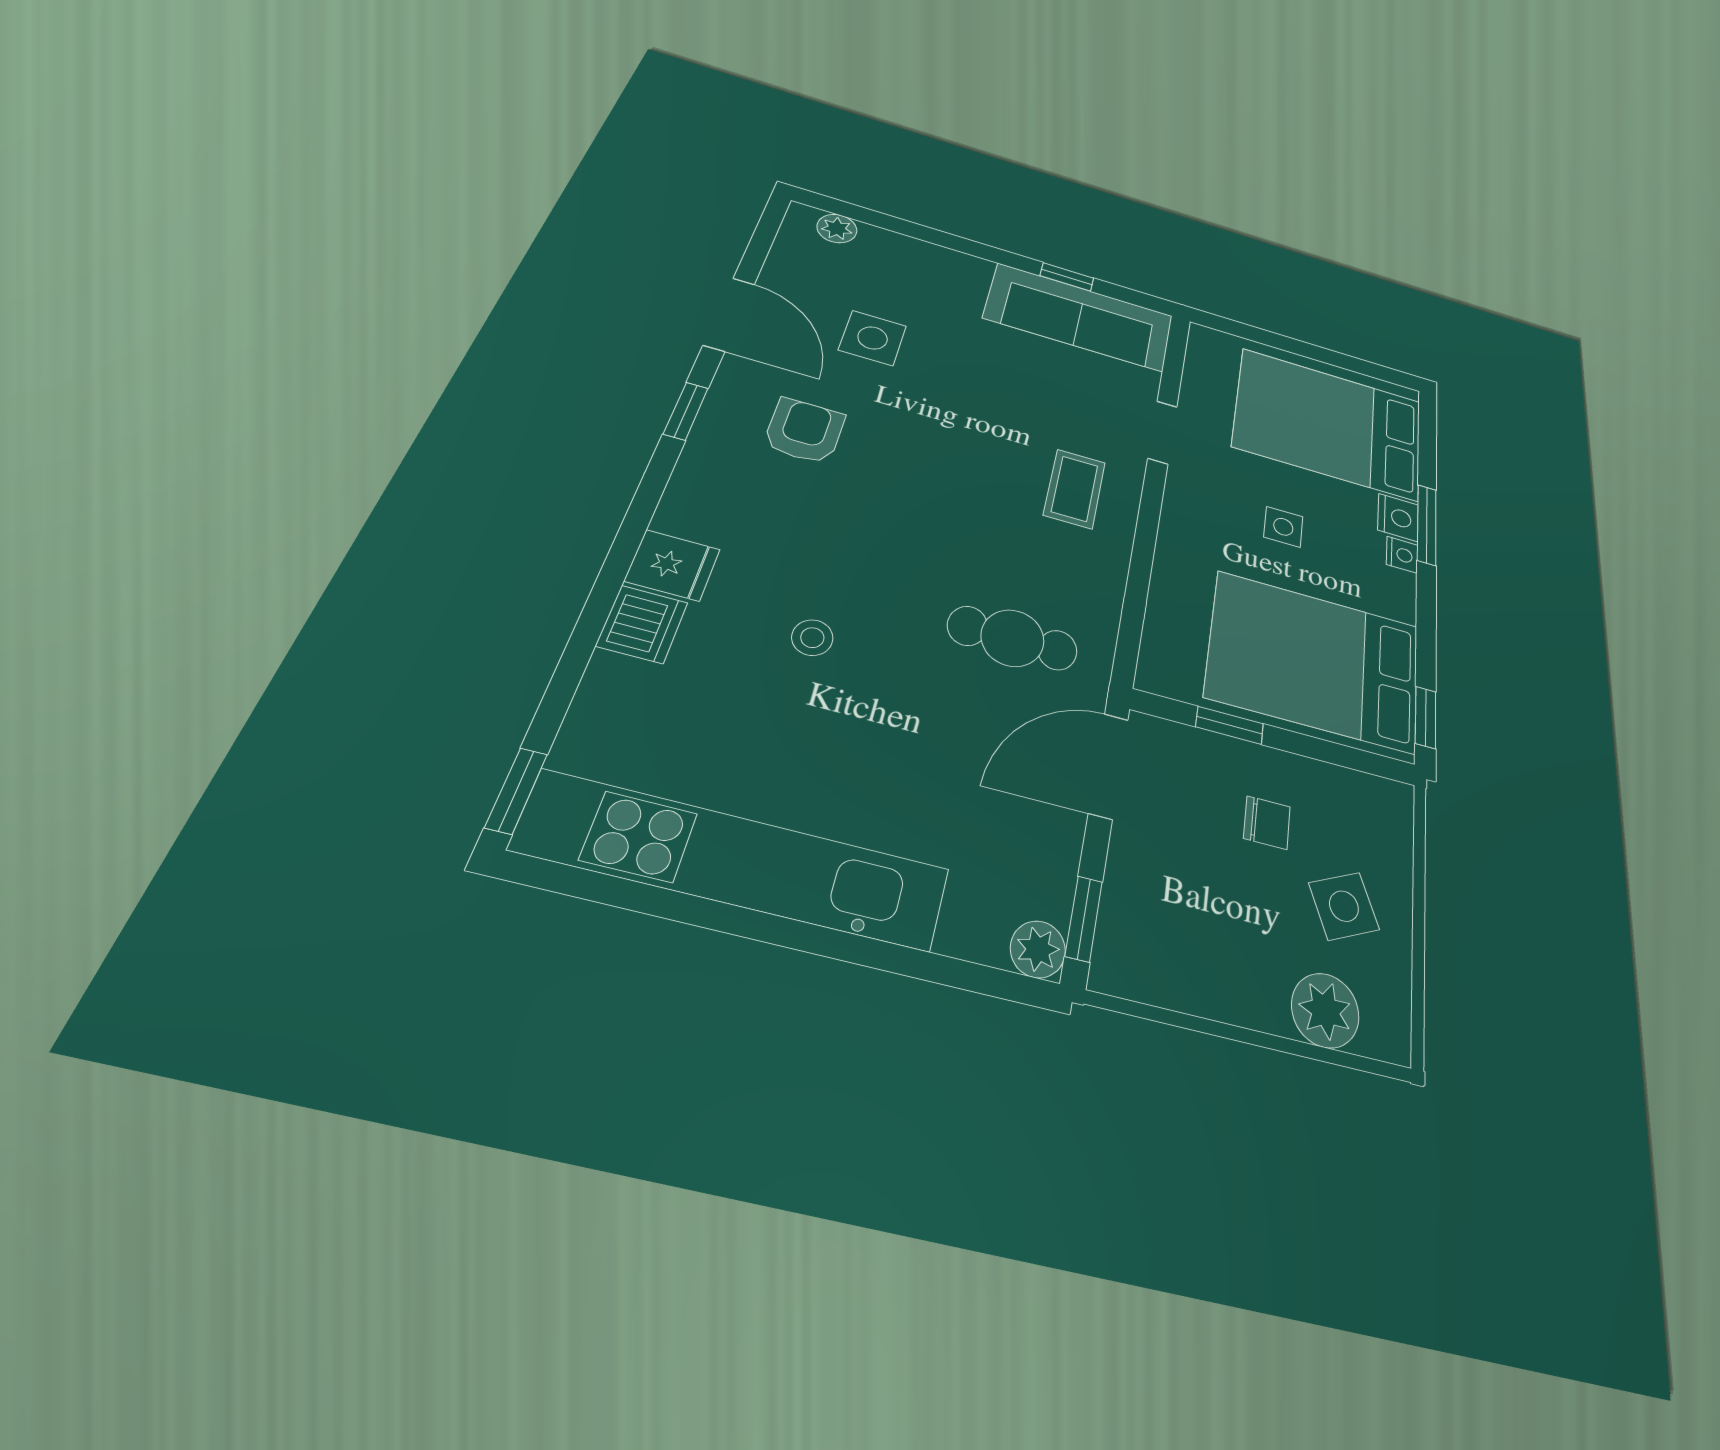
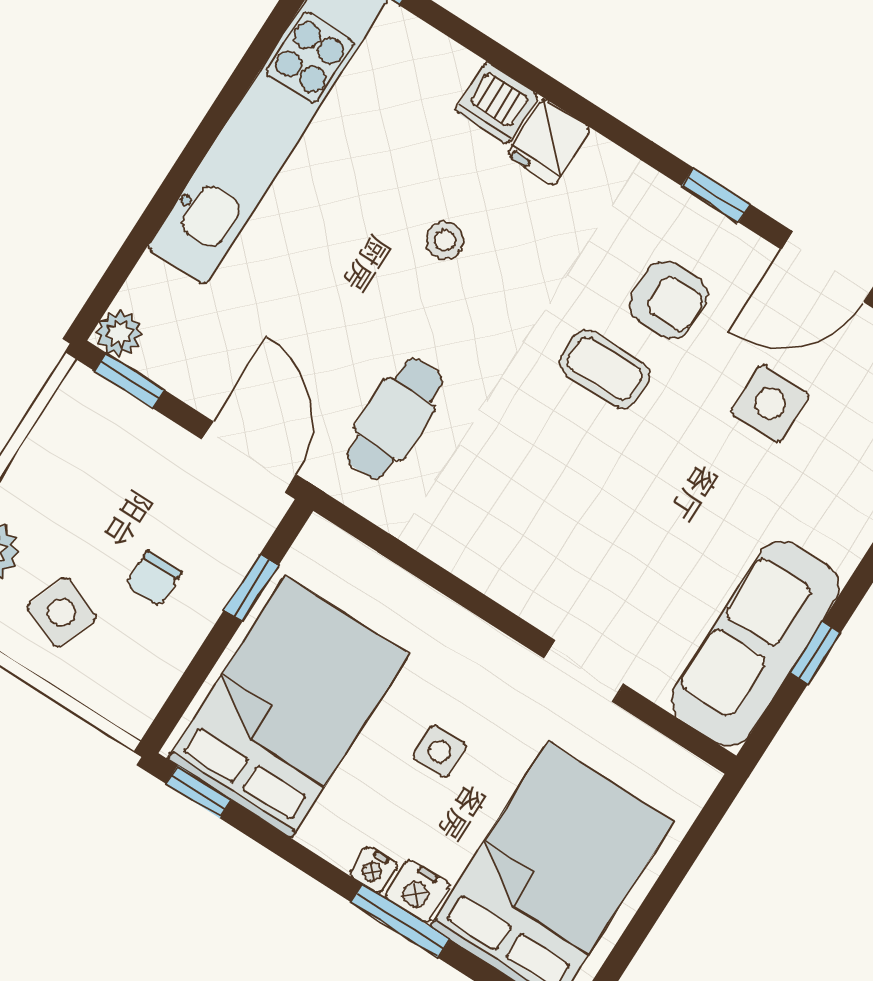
coffee table: (1075, 489) -> (605, 369), moved
side table: (1344, 906) -> (62, 612), turned 45

